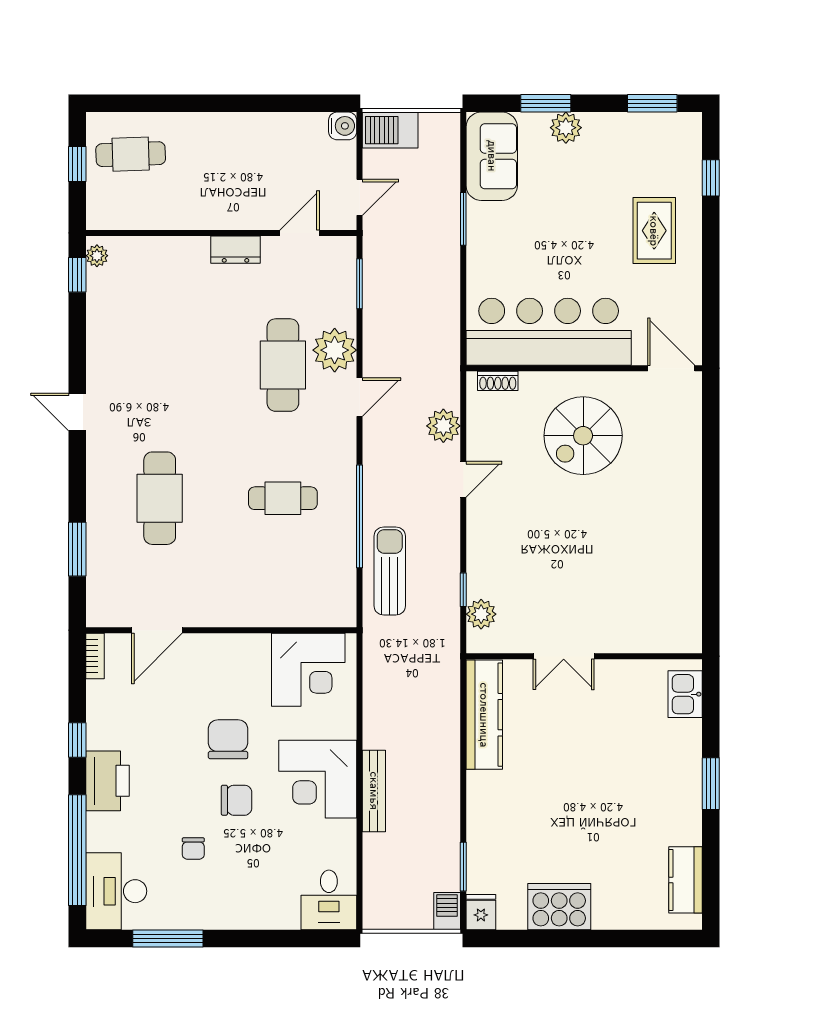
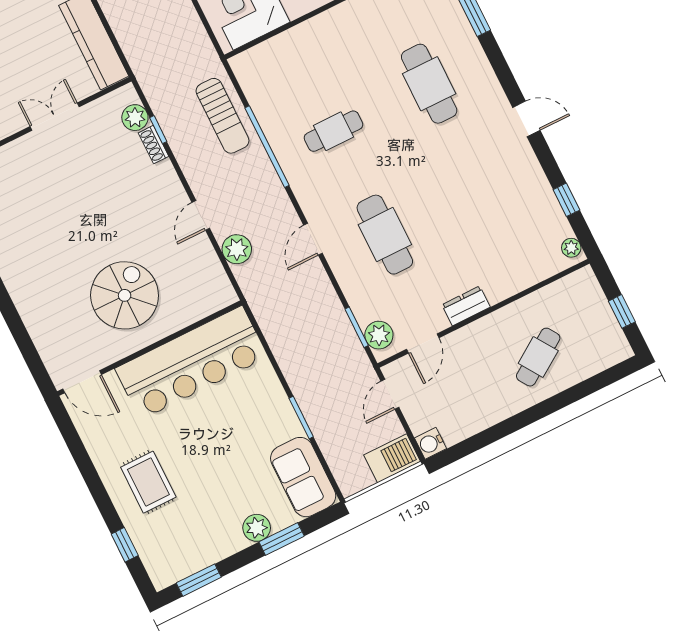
cafe table: (131, 154) -> (538, 357), moved, turned -32
window: (77, 275) -> (566, 200), moved
plant: (335, 350) -> (379, 335), moved, width x0.73, depth x0.73
shoe rack: (498, 381) -> (153, 145), moved, turned -90

